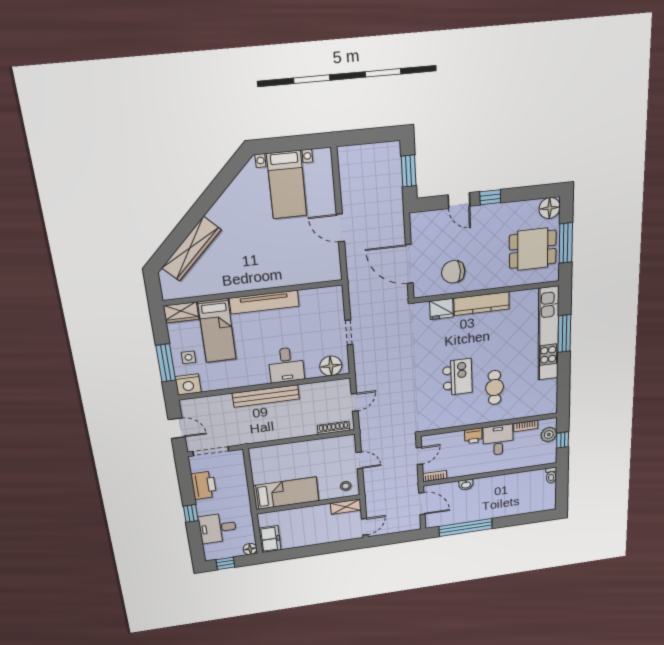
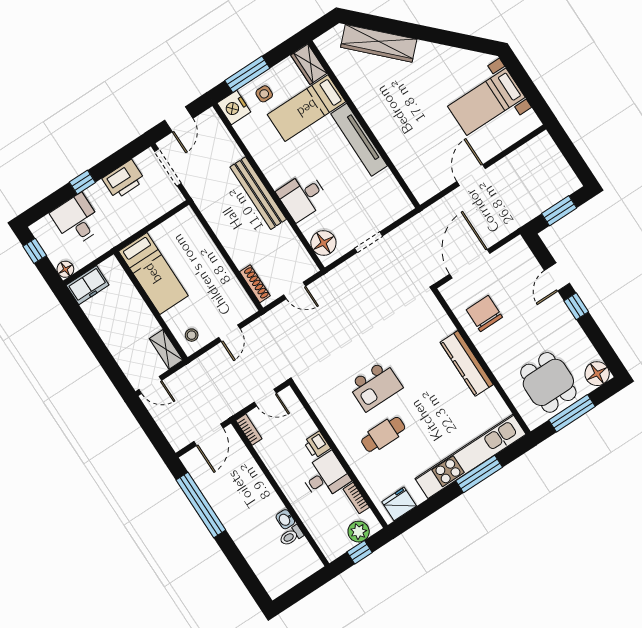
fridge: (441, 309) -> (399, 504), moved, turned 90
toilet: (551, 475) -> (291, 536), moved
washbasin: (466, 485) -> (285, 519), moved

